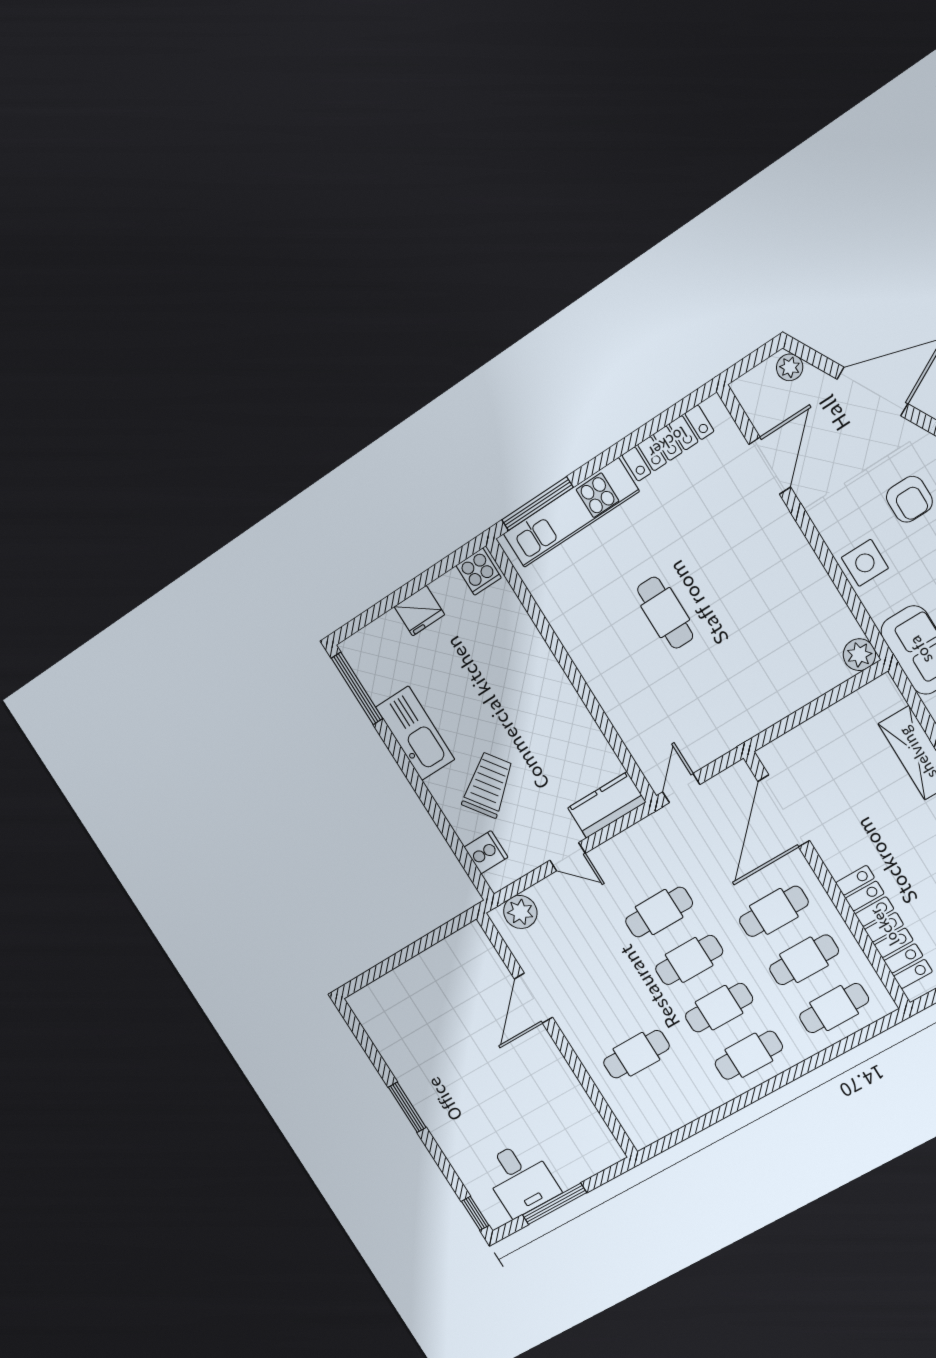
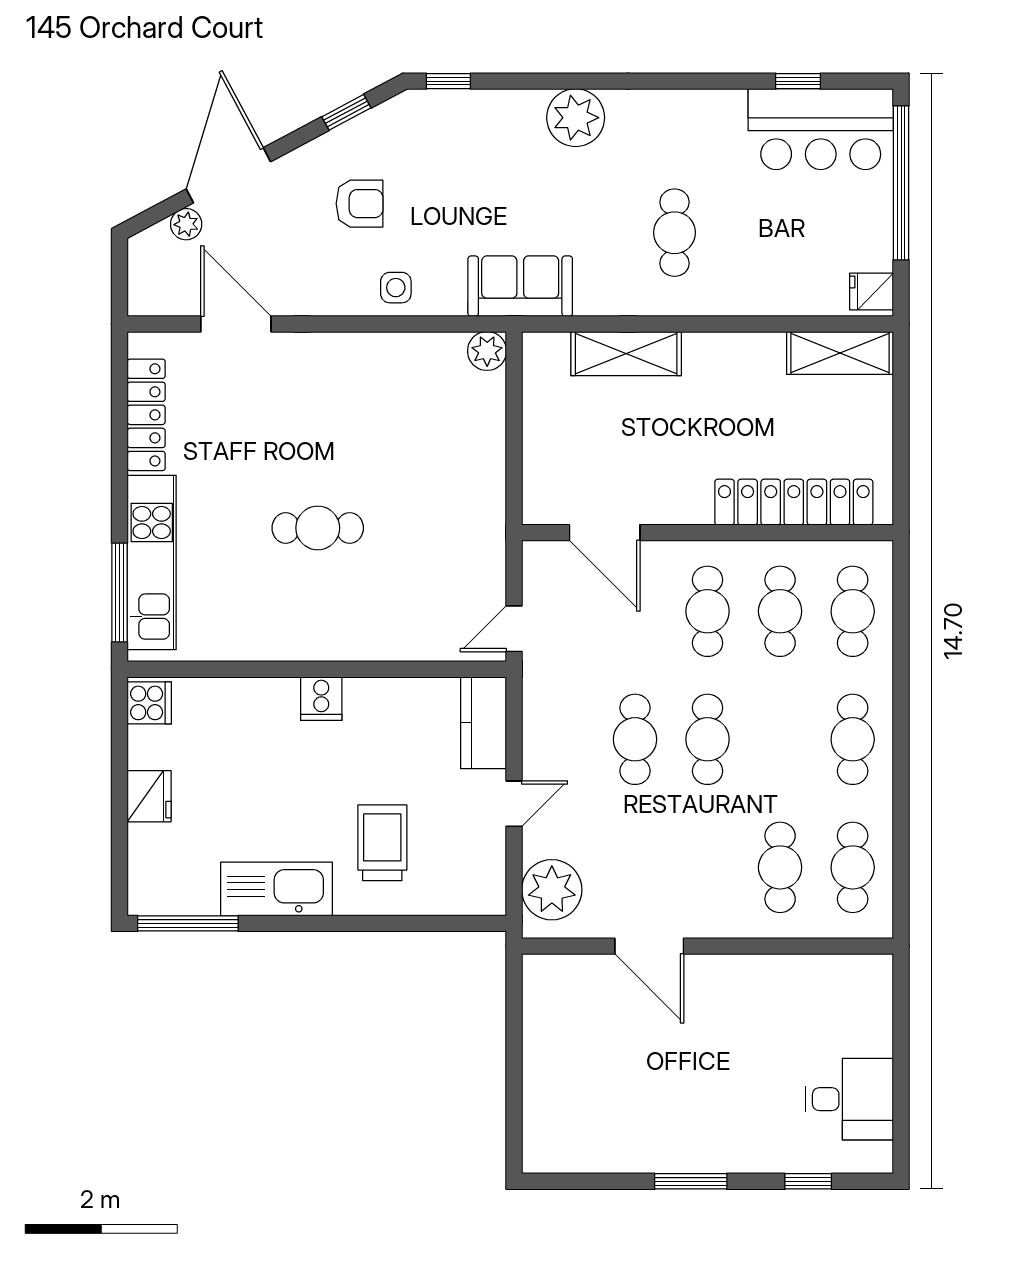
plant: (790, 367) -> (186, 224), moved
side table: (865, 563) -> (396, 288), width x0.73, depth x0.73
trolley: (488, 785) -> (382, 843), turned 37
door: (681, 788) -> (514, 629), hinge flipped
door: (784, 811) -> (605, 533), width x0.73
cooker: (486, 852) -> (321, 699), moved, turned 180
plant: (520, 912) -> (552, 890), width x1.36, depth x1.36
cafe table: (719, 1008) -> (853, 867), moved
window: (554, 1204) -> (901, 1077), removed
window: (475, 1213) -> (808, 1181), moved

